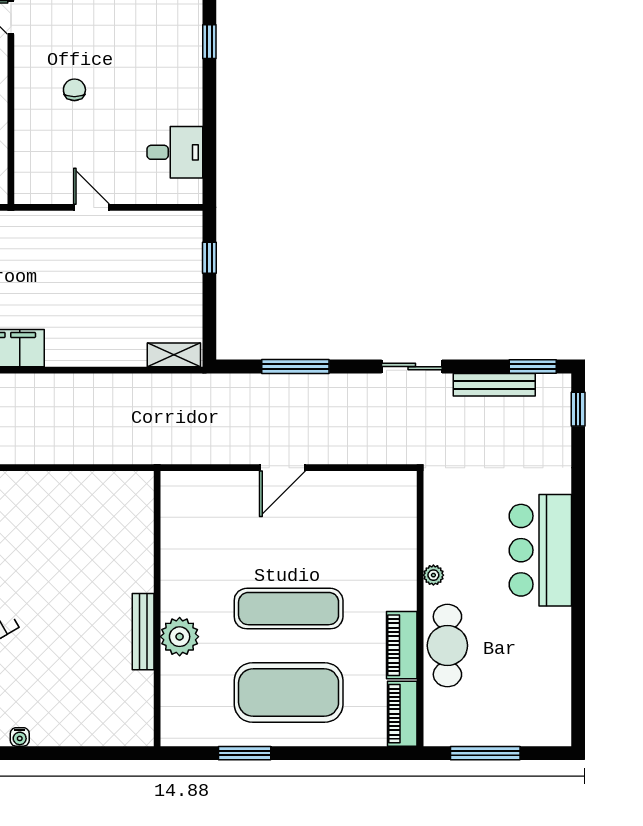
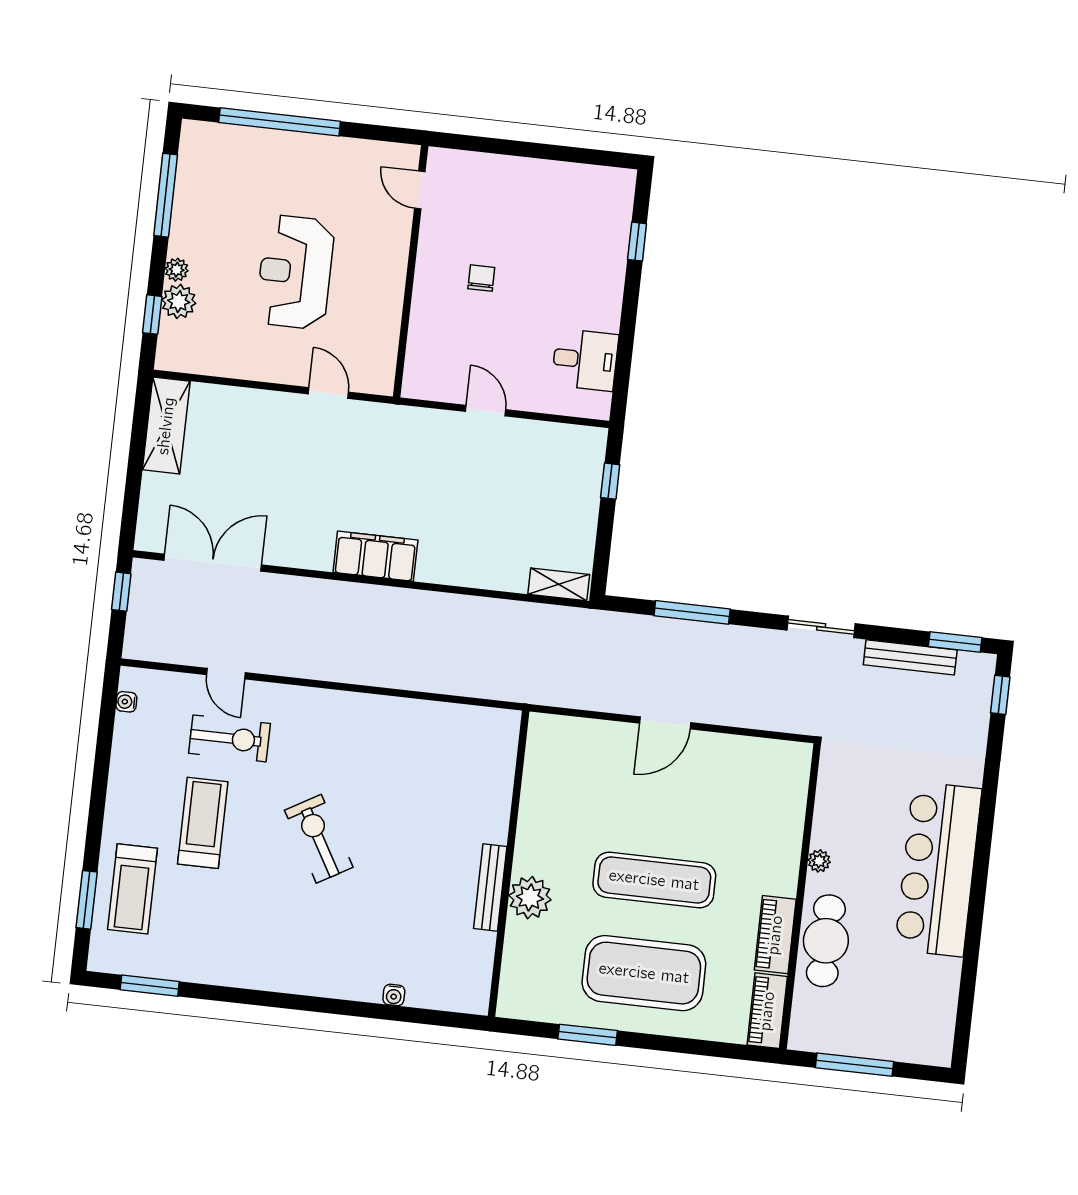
bar counter: (540, 550) -> (938, 869), width x1.36
water cooler: (20, 737) -> (394, 995), moved

